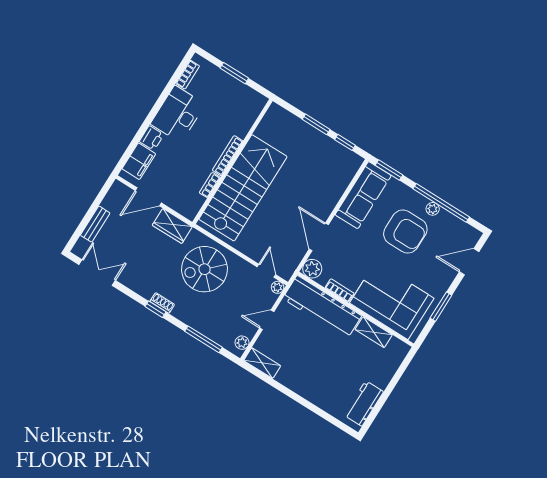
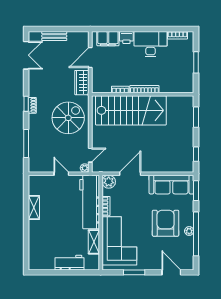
window: (316, 124) -> (196, 117), moved
door: (148, 197) -> (90, 57), hinge flipped
armchair: (405, 232) -> (166, 223), turned 180
spiral stairs: (205, 269) -> (68, 118), turned 90
plant: (242, 343) -> (39, 168), removed
shelving: (262, 363) -> (34, 207), moved
workbench: (364, 403) -> (70, 263), moved

